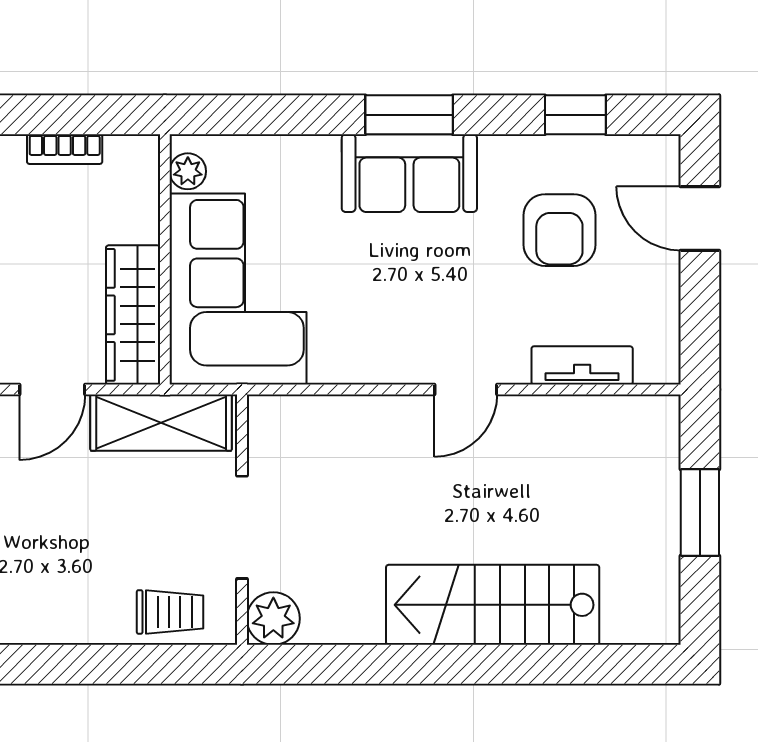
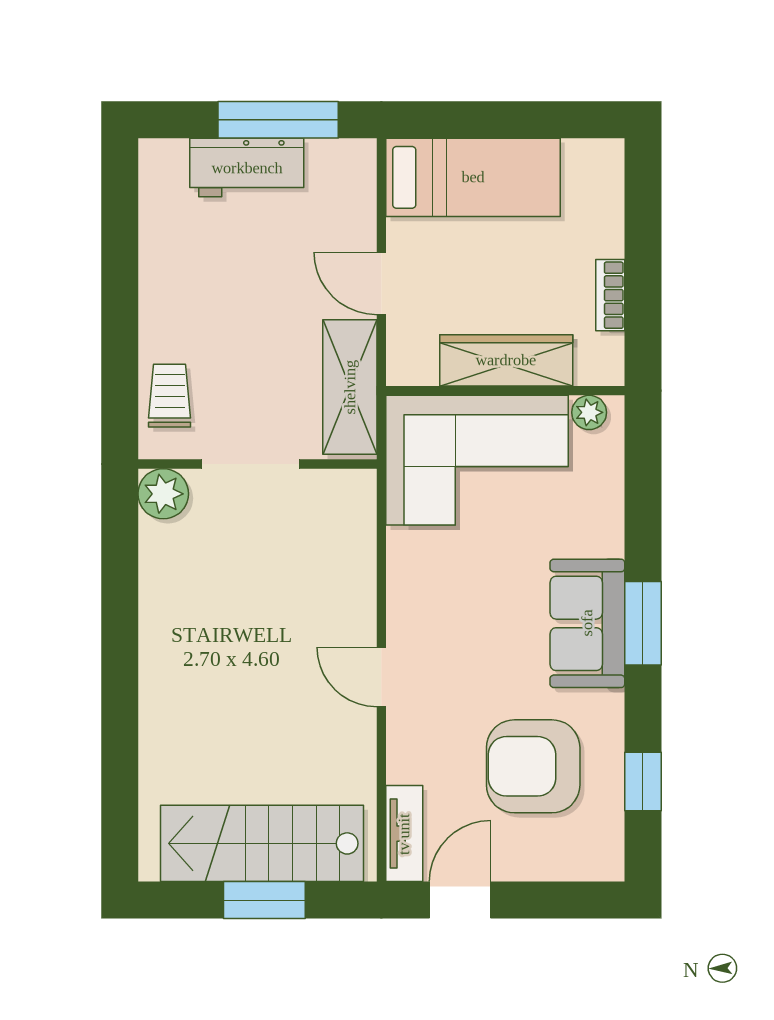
door: (700, 218) -> (460, 900), moved
armchair: (559, 230) -> (533, 766), width x1.36, depth x1.36
wardrobe: (133, 315) -> (506, 360), moved
tv unit: (582, 365) -> (404, 834), moved
stairs: (493, 605) -> (262, 843), moved, turned -90
trolley: (170, 612) -> (170, 396), turned 180

